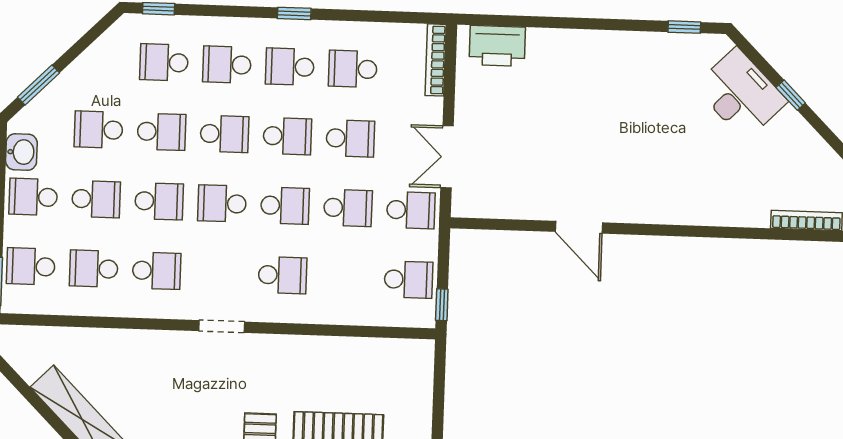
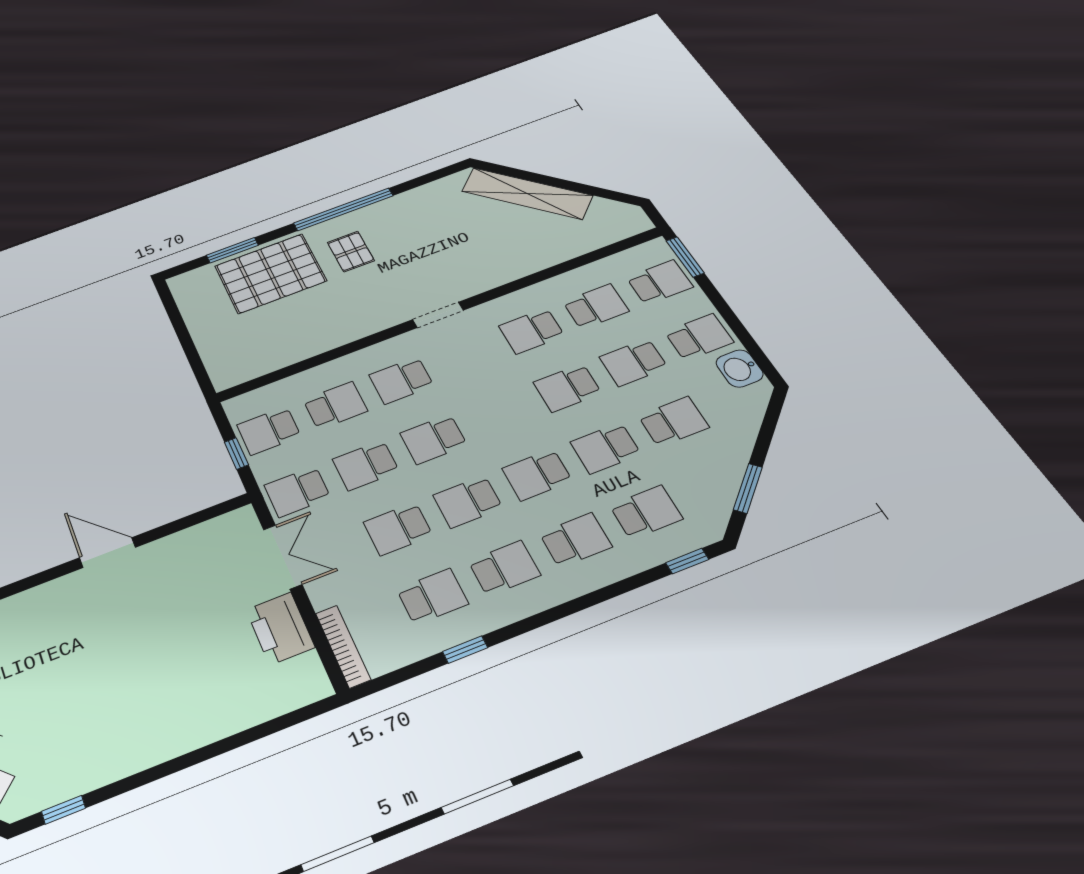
window: (294, 13) -> (465, 650), moved
printer: (497, 46) -> (280, 628), moved, turned -90
window: (39, 85) -> (748, 488), moved
school desk: (222, 203) -> (335, 405), moved
window: (442, 305) -> (236, 453), moved

